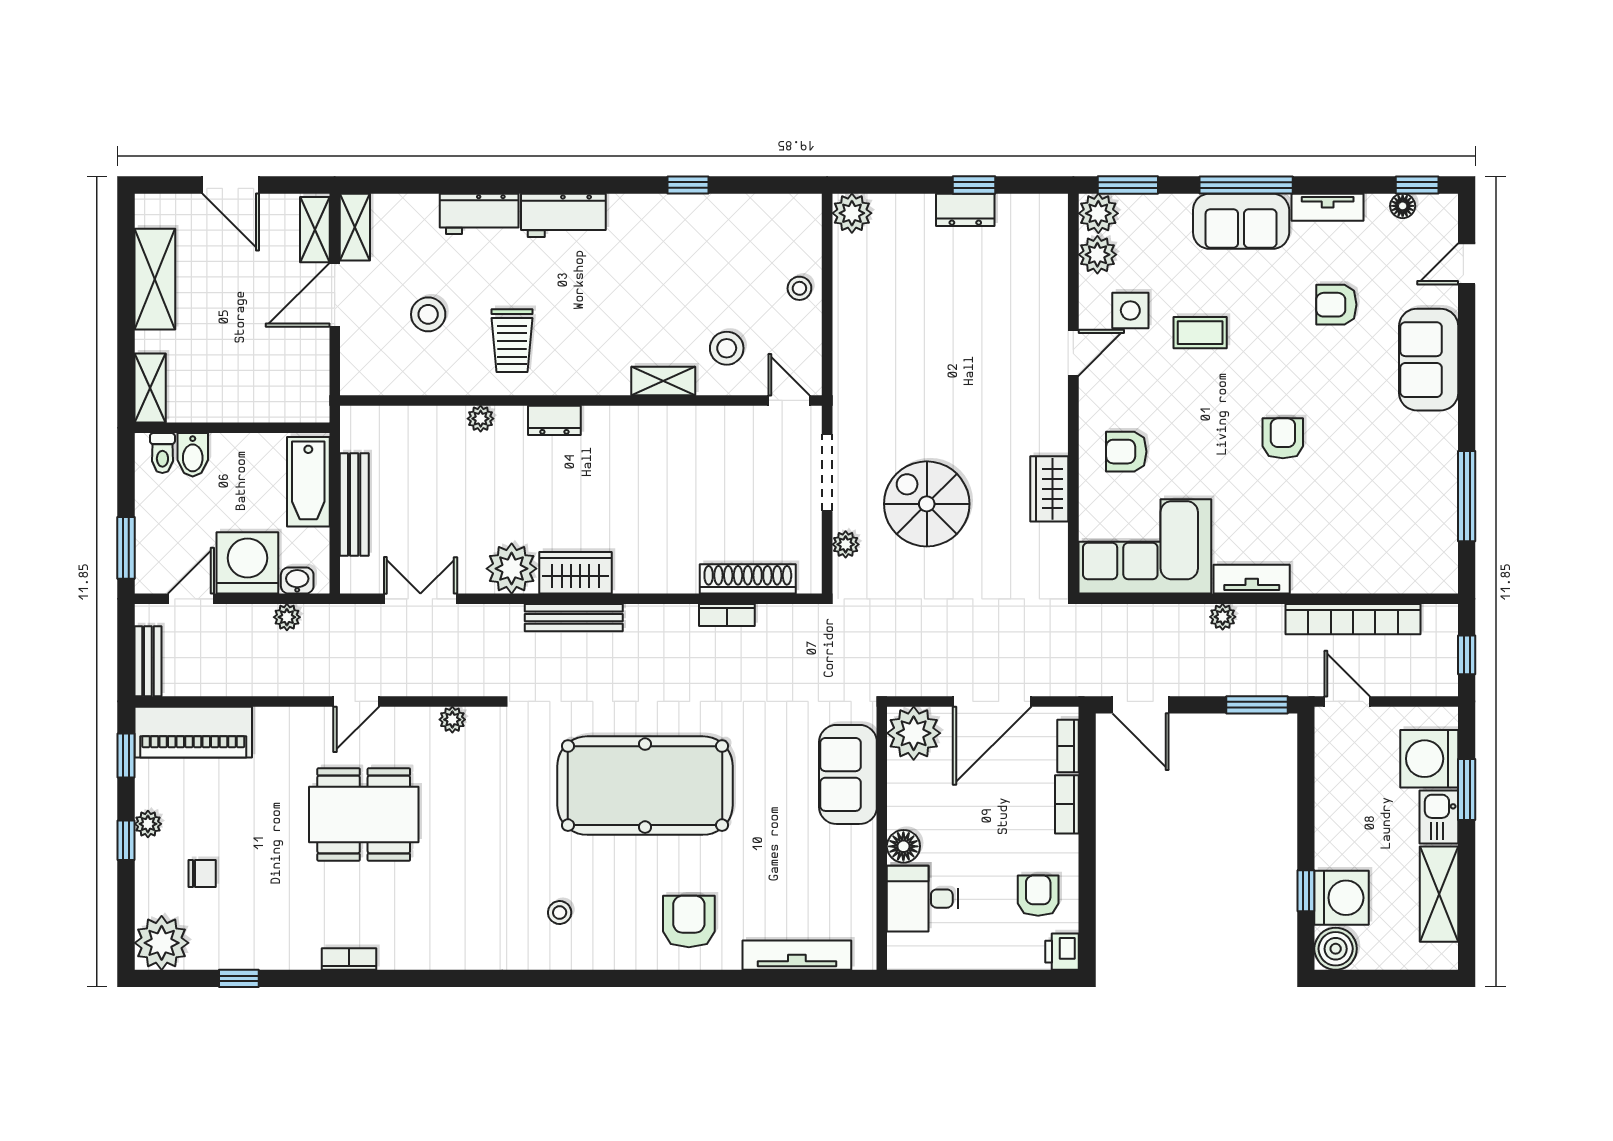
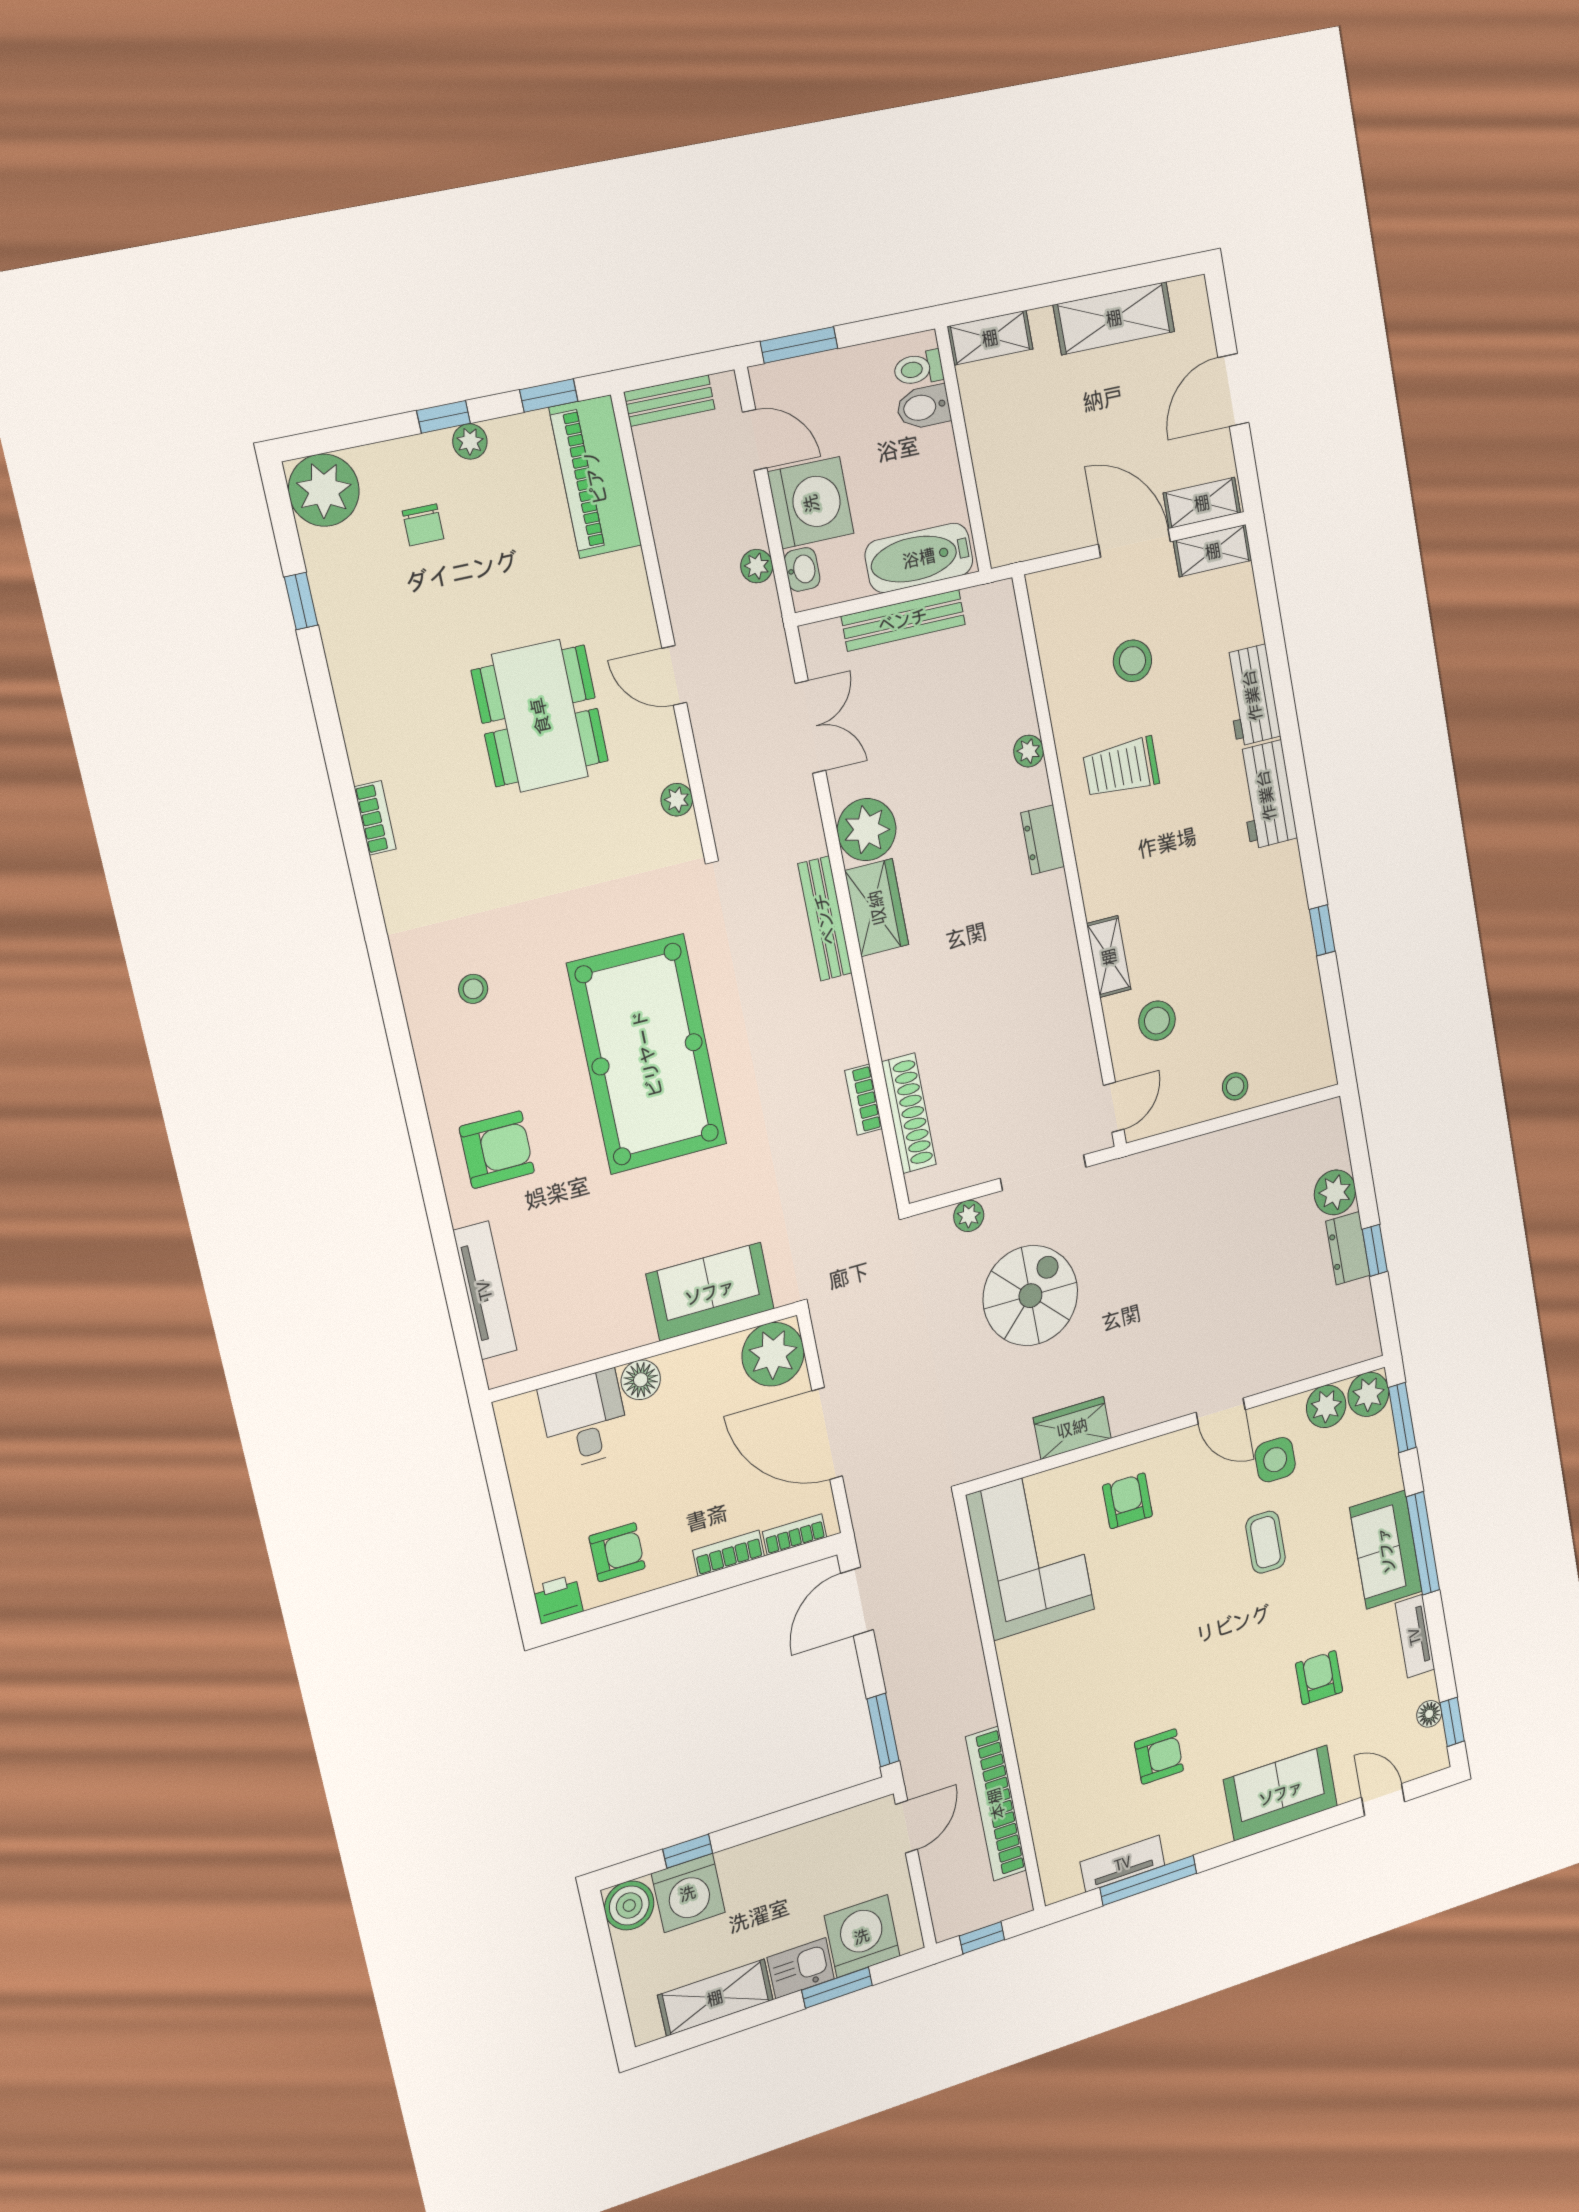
plant: (852, 213) -> (1335, 1192), moved
armchair: (1283, 438) -> (1159, 1756), moved
tv unit: (1252, 579) -> (1123, 1864), moved, turned -90
plant: (1223, 617) -> (971, 1662), removed
bookcase: (349, 959) -> (375, 818), moved

